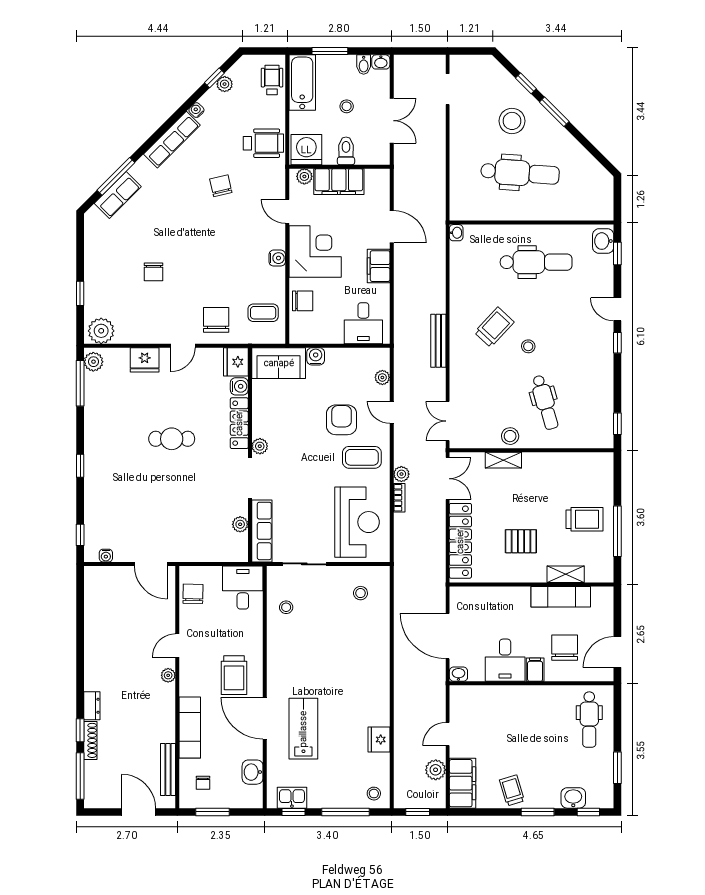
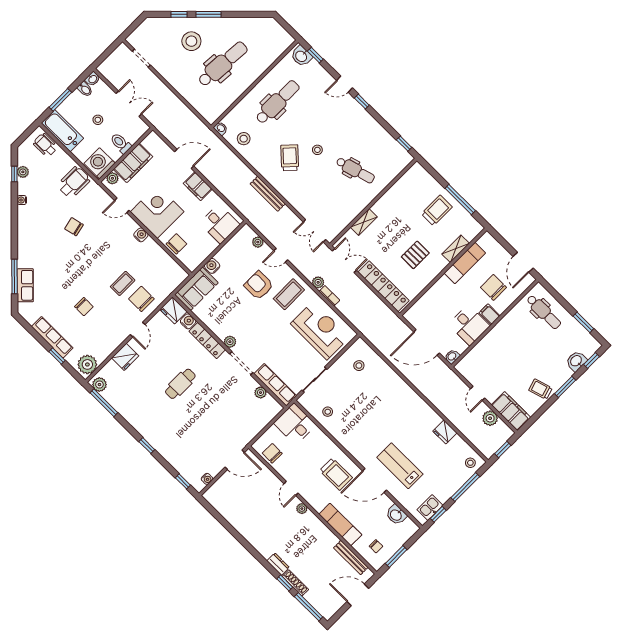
row of seats: (172, 140) -> (52, 337), moved, turned -45
coffee table: (263, 313) -> (123, 283), moved
stool: (510, 436) -> (244, 139), moved

